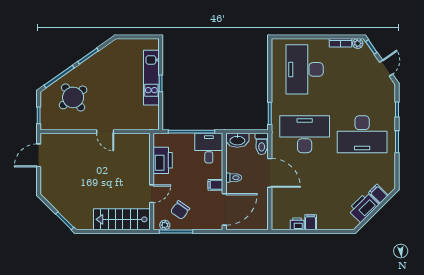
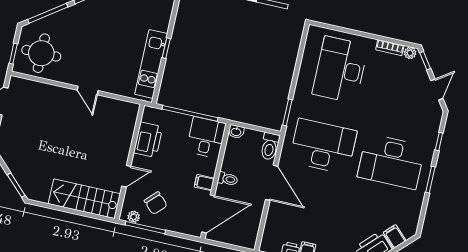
kitchen unit: (151, 78) -> (151, 64), moved
round table: (73, 97) -> (41, 53), moved, turned 38
washbasin: (237, 140) -> (236, 132), width x0.52, depth x0.69
chair: (180, 210) -> (156, 203), turned -80

